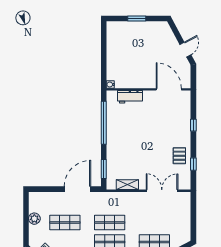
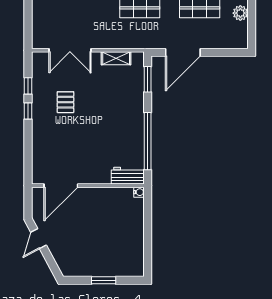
door: (169, 89) -> (61, 186), hinge flipped
workbench: (130, 97) -> (128, 176), moved
window: (193, 125) -> (28, 111), moved
pallet: (179, 156) -> (65, 102), moved

